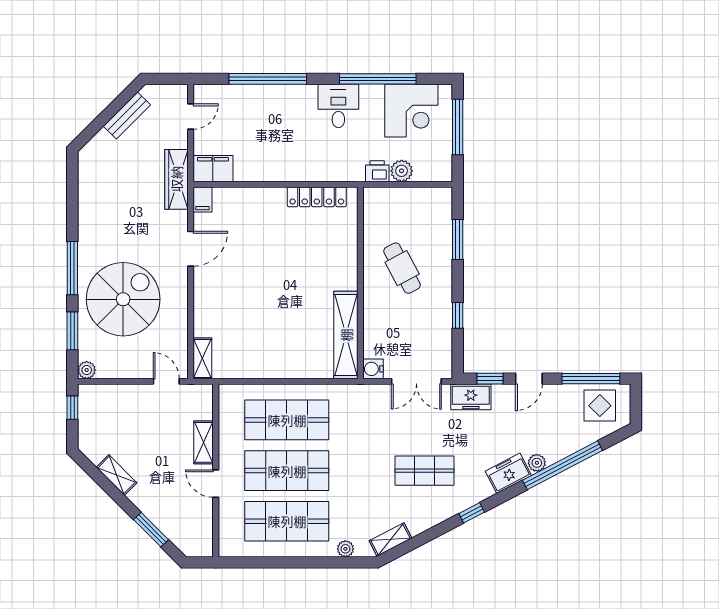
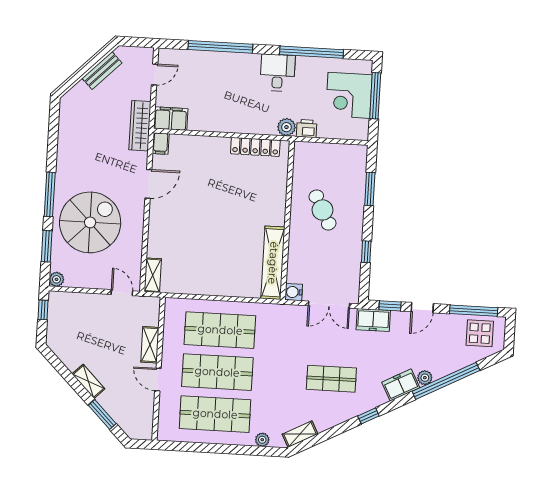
corner desk: (411, 111) -> (349, 95), moved, turned 90
plant: (402, 171) -> (286, 127), moved
shelving: (117, 475) -> (88, 381), moved

